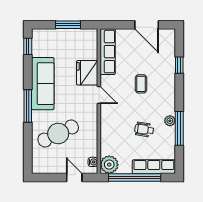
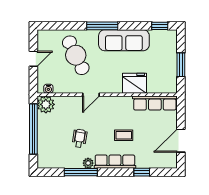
door: (99, 95) -> (91, 95), moved
row of seats: (154, 167) -> (115, 162), moved, turned -90
door: (74, 177) -> (33, 59), moved

